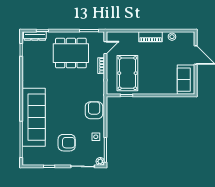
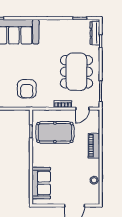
piano: (151, 37) -> (94, 146), moved
door: (105, 48) -> (82, 109), hinge flipped
sofa: (186, 80) -> (41, 183), moved, turned 90
armchair: (94, 110) -> (27, 89), moved, turned 90

